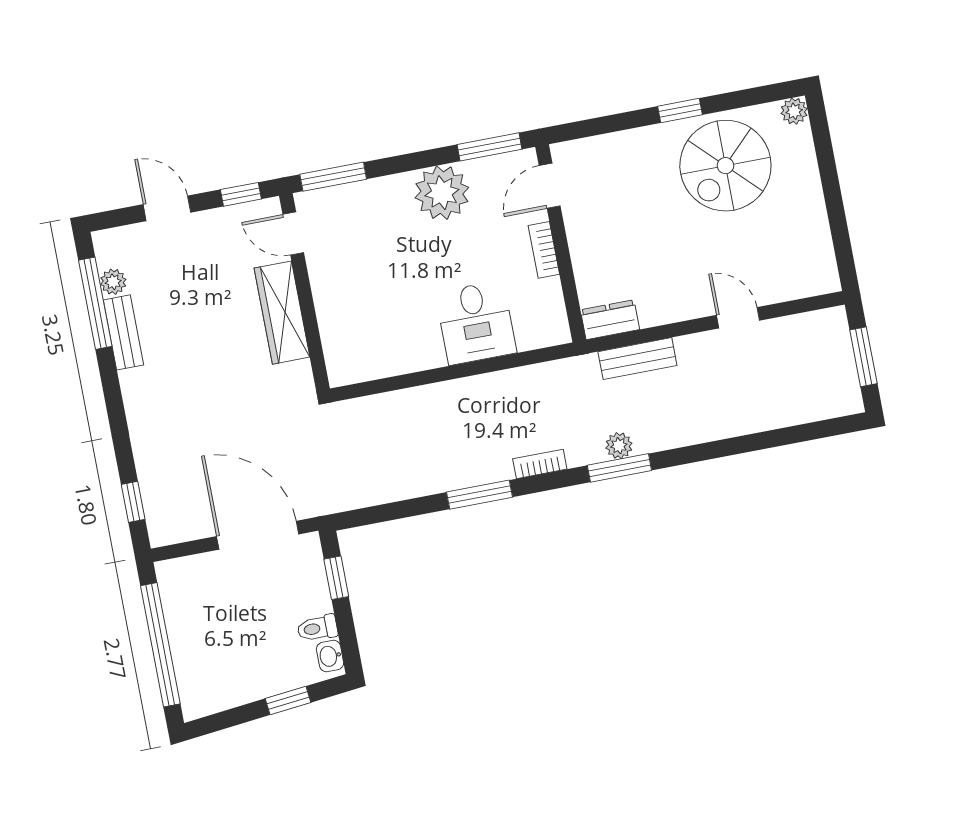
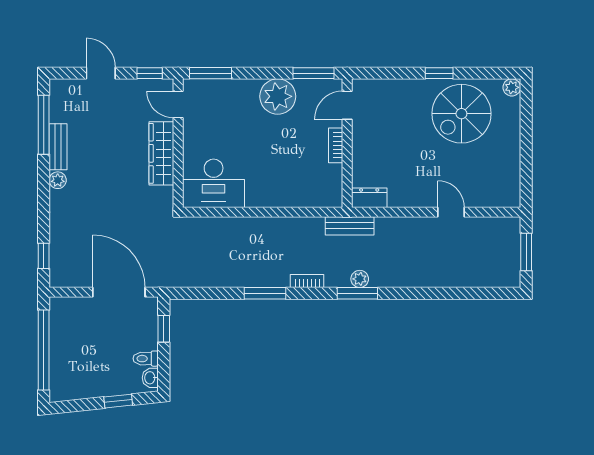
plant: (113, 282) -> (58, 180), moved
desk: (476, 323) -> (214, 183), moved, width x1.37
bench: (637, 359) -> (350, 226), moved

